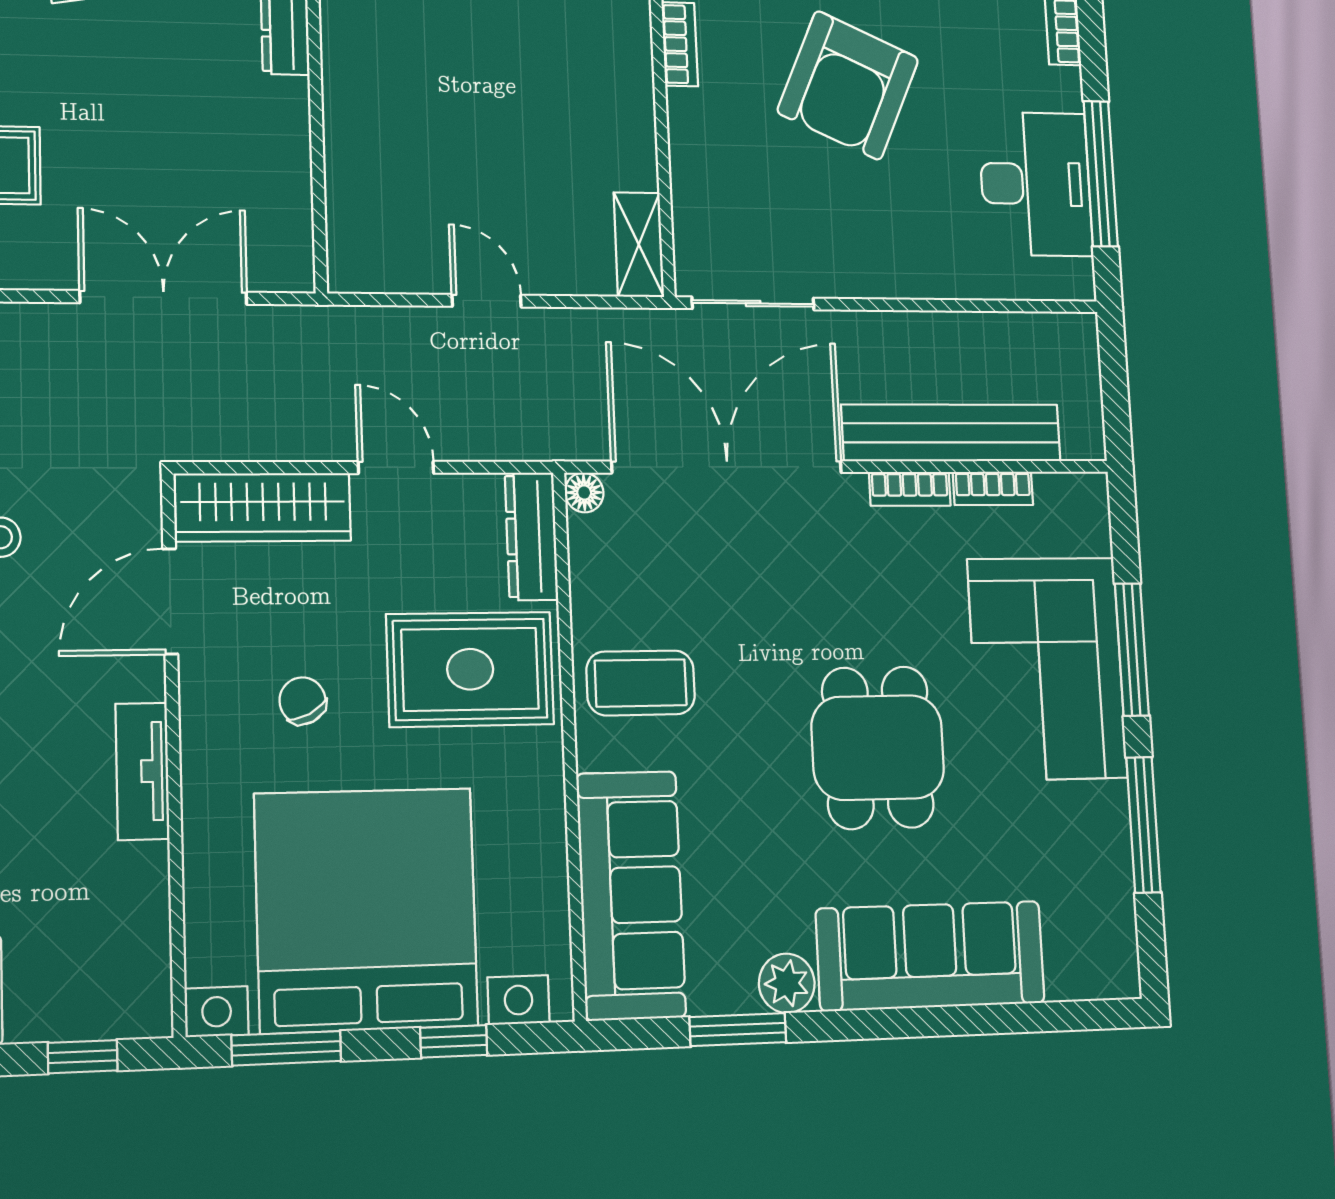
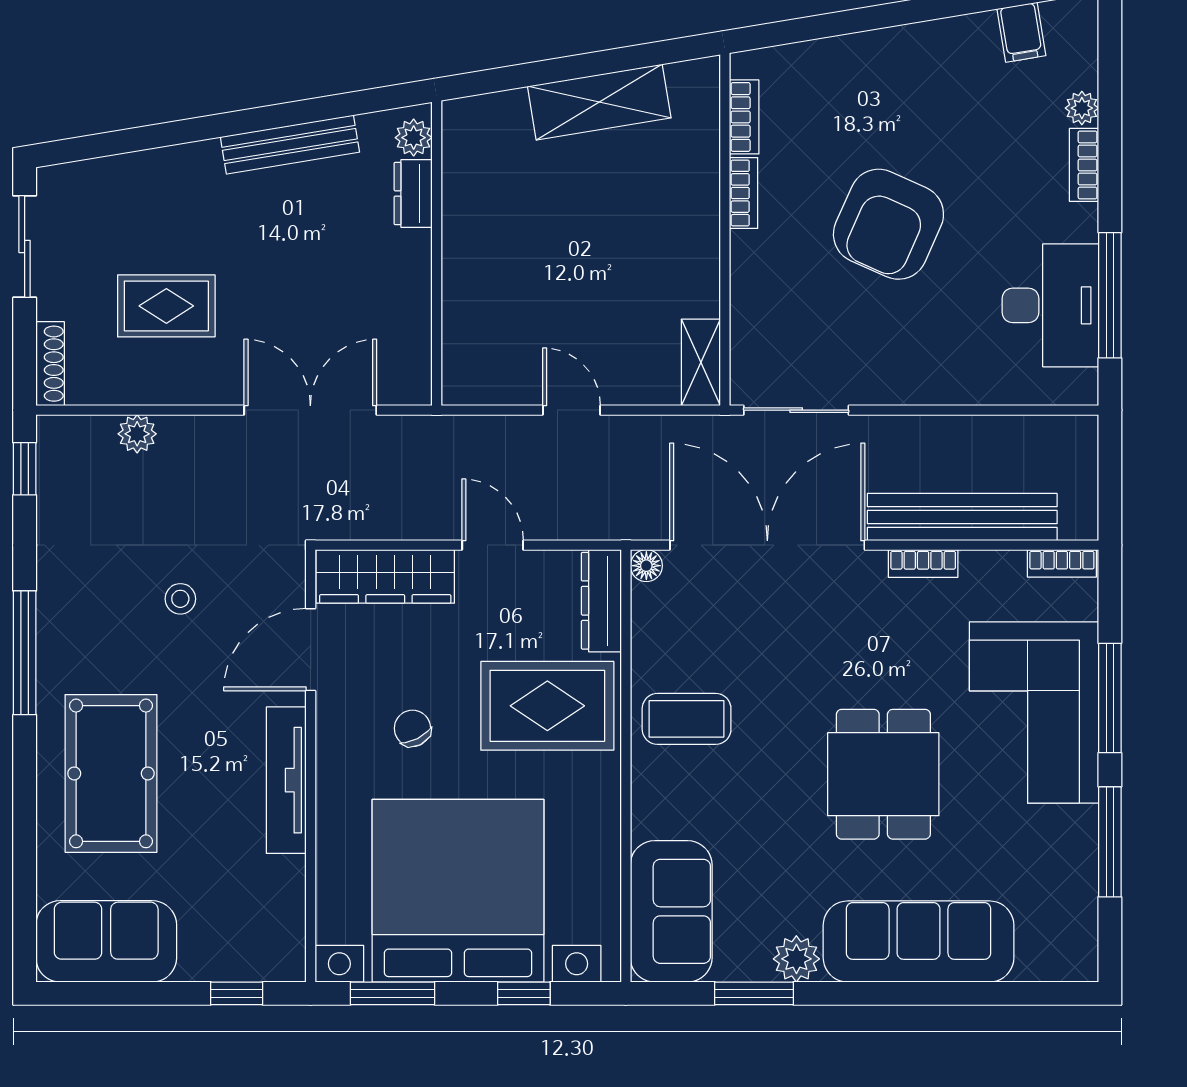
bookcase: (993, 488) -> (1062, 563), moved
tv unit: (142, 771) -> (286, 780), width x1.41
sofa: (631, 895) -> (671, 911), width x0.73

